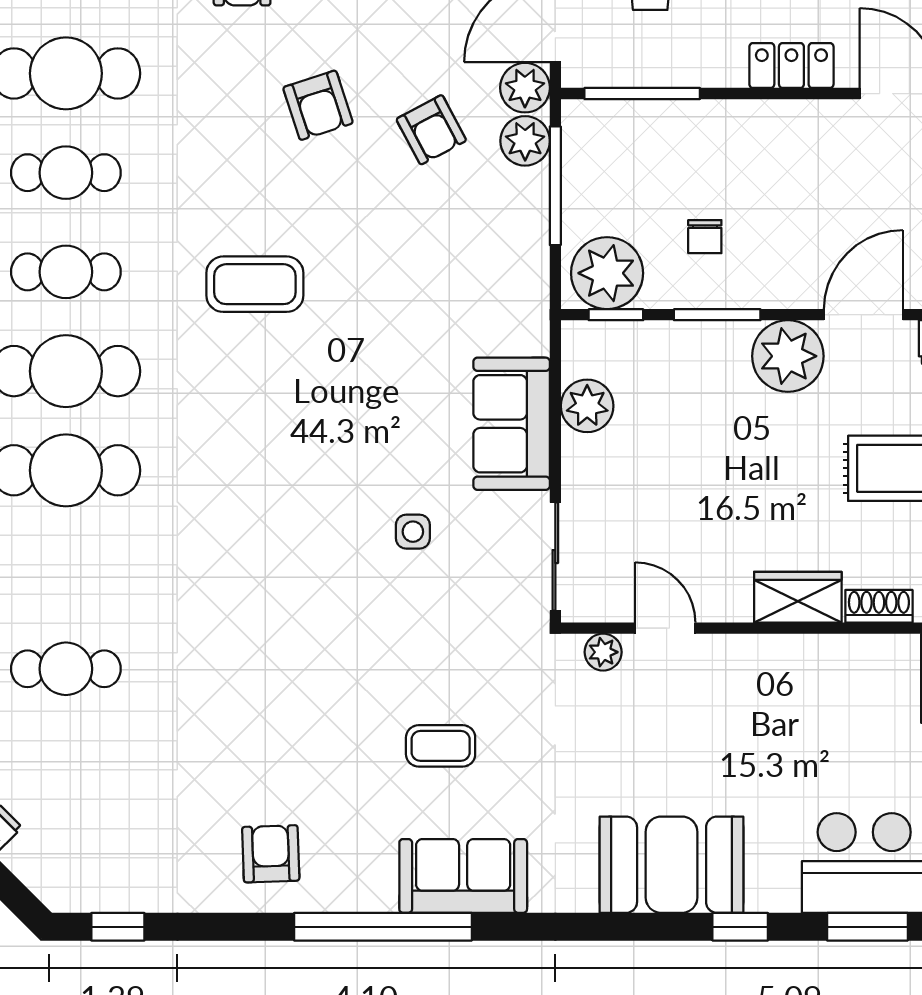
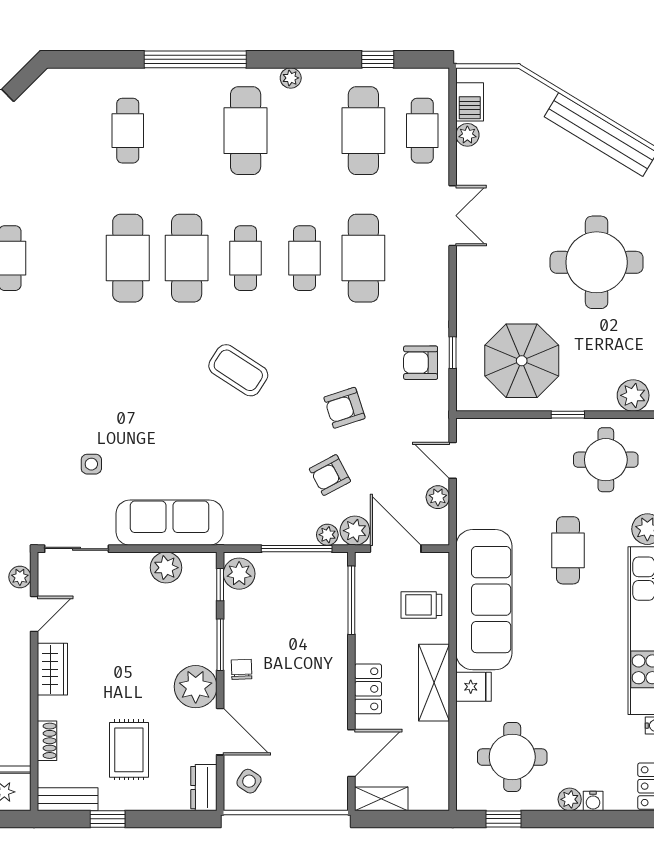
plant: (525, 141) -> (327, 535), width x0.73, depth x0.73
chair: (705, 237) -> (242, 669), moved, turned 88
plant: (607, 273) -> (239, 574), width x0.73, depth x0.73
coffee table: (255, 284) -> (238, 370), turned -57
sofa: (512, 424) -> (170, 523), width x1.36
wardrobe: (798, 597) -> (52, 669), moved

